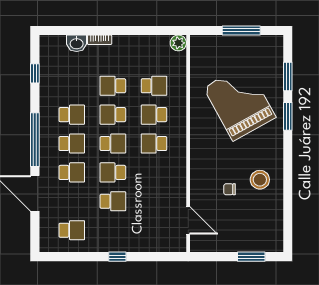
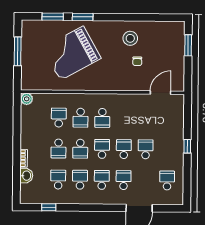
school desk: (72, 86) -> (58, 180), added
window: (35, 140) -> (99, 208), removed
school desk: (113, 172) -> (124, 149), turned 180

